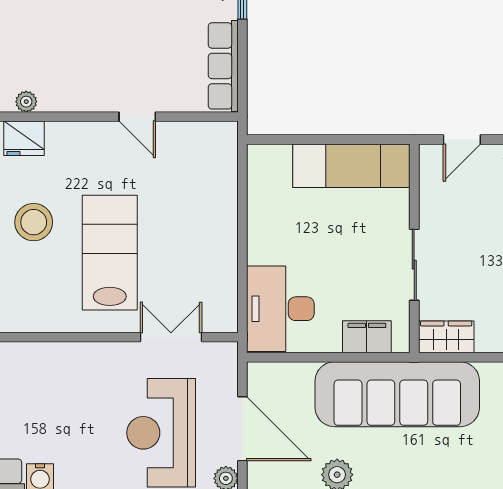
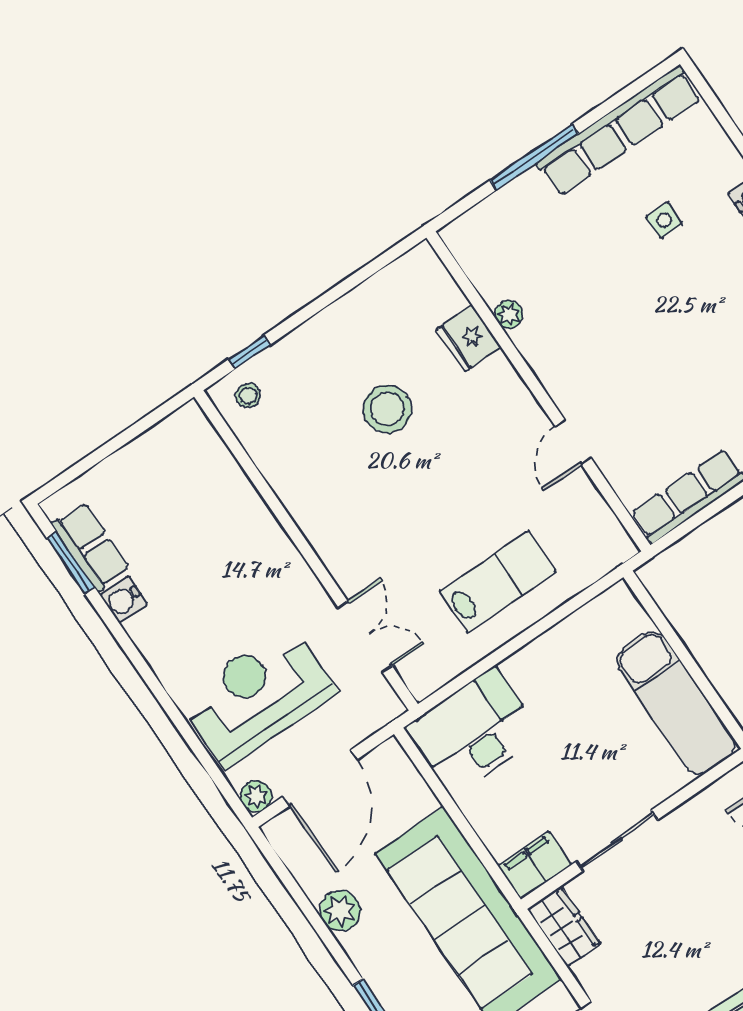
lab bench: (110, 253) -> (498, 582), moved, width x0.73, depth x0.72
filing cabinet: (367, 337) -> (535, 865), moved, turned -90

